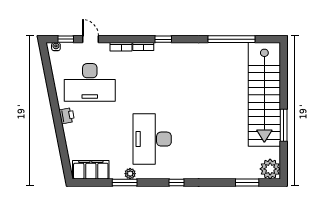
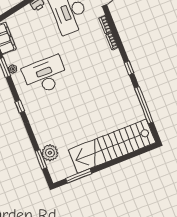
window: (163, 39) -> (129, 68), moved
window: (284, 125) -> (79, 176), moved
plant: (270, 169) -> (50, 153), moved

